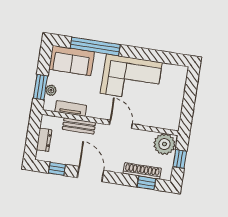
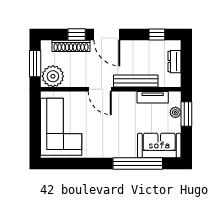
corner sofa: (131, 78) -> (61, 127), moved, turned 90
bench: (79, 126) -> (136, 81), width x1.36
window: (180, 159) -> (35, 64), width x1.50
door: (90, 174) -> (107, 34), moved
window: (146, 183) -> (77, 34), moved

